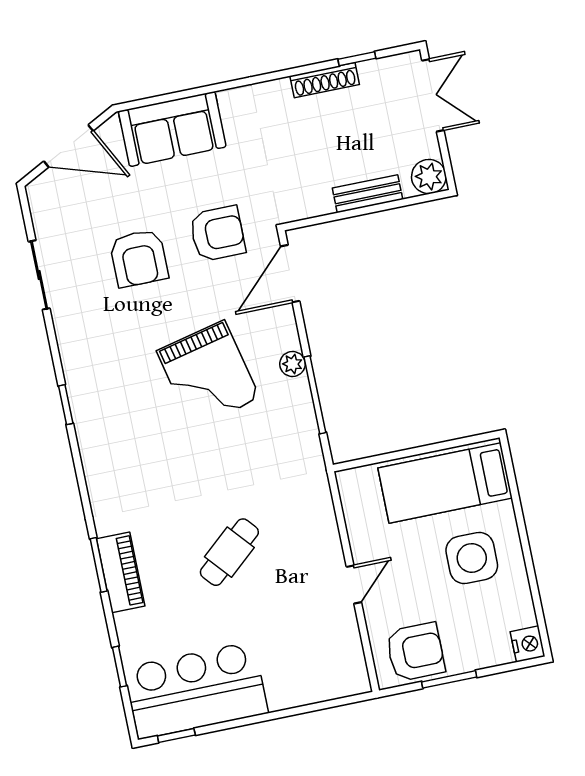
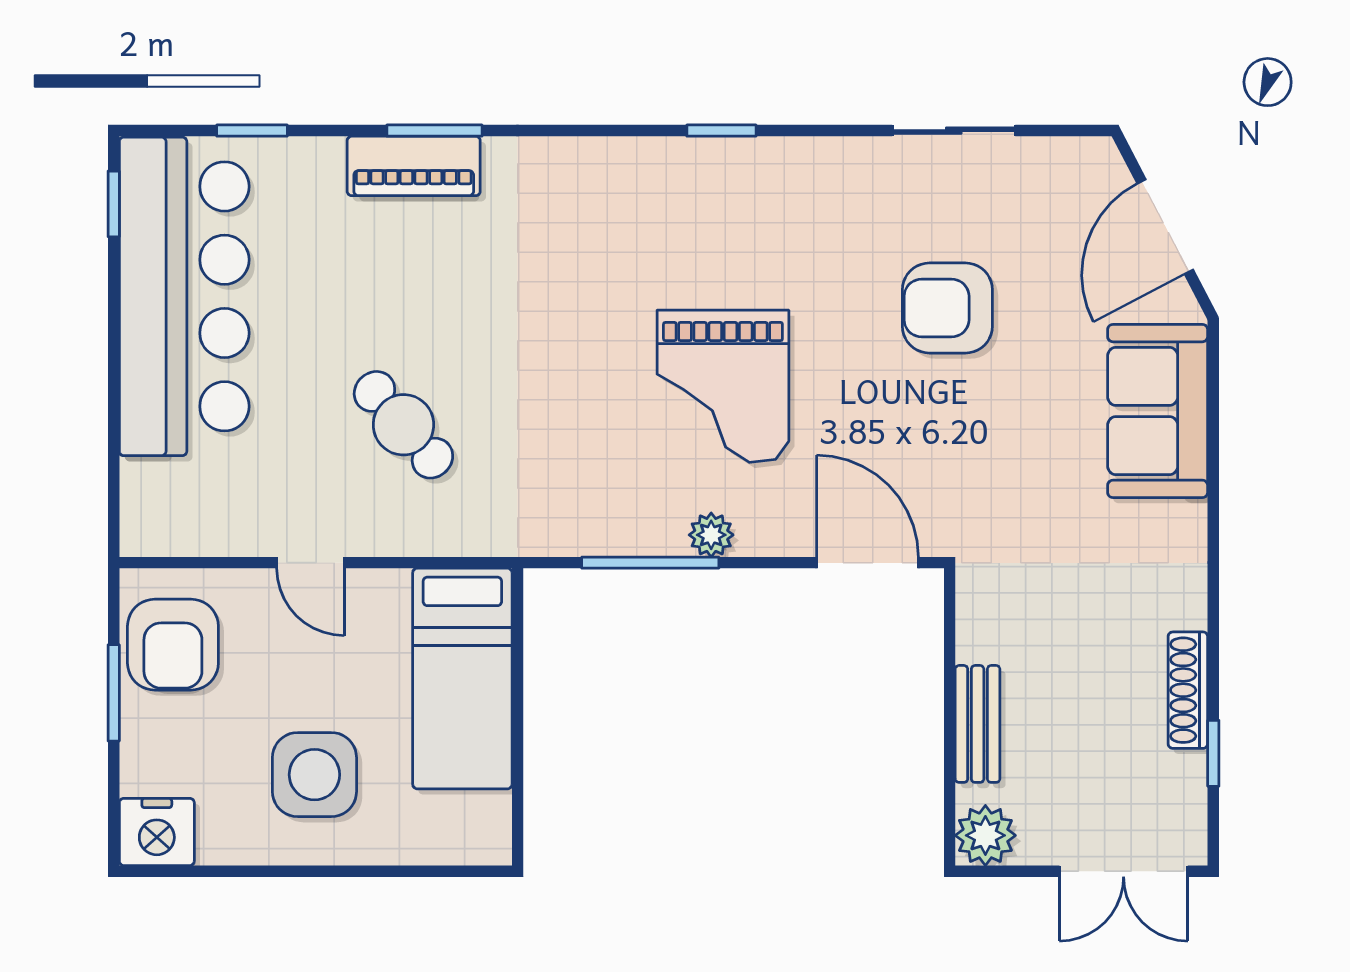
armchair: (217, 234) -> (962, 452), removed
grand piano: (208, 374) -> (723, 386), turned -77
bed: (445, 483) -> (462, 679), moved, turned 180
cafe table: (229, 552) -> (403, 425), moved
nightstand: (528, 644) -> (157, 832), width x1.36, depth x1.33
bar counter: (196, 690) -> (184, 296), width x1.36

